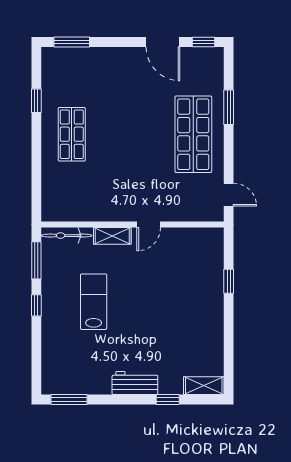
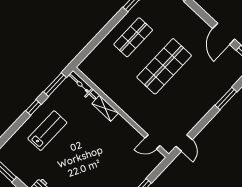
shop shelf: (193, 134) -> (164, 66), moved
door: (149, 225) -> (152, 142), moved
lab bench: (94, 302) -> (47, 131), moved

